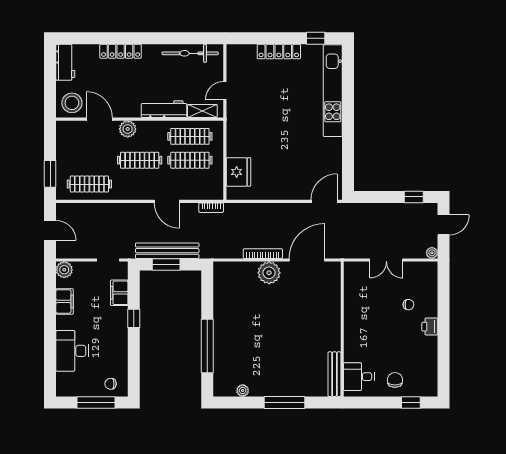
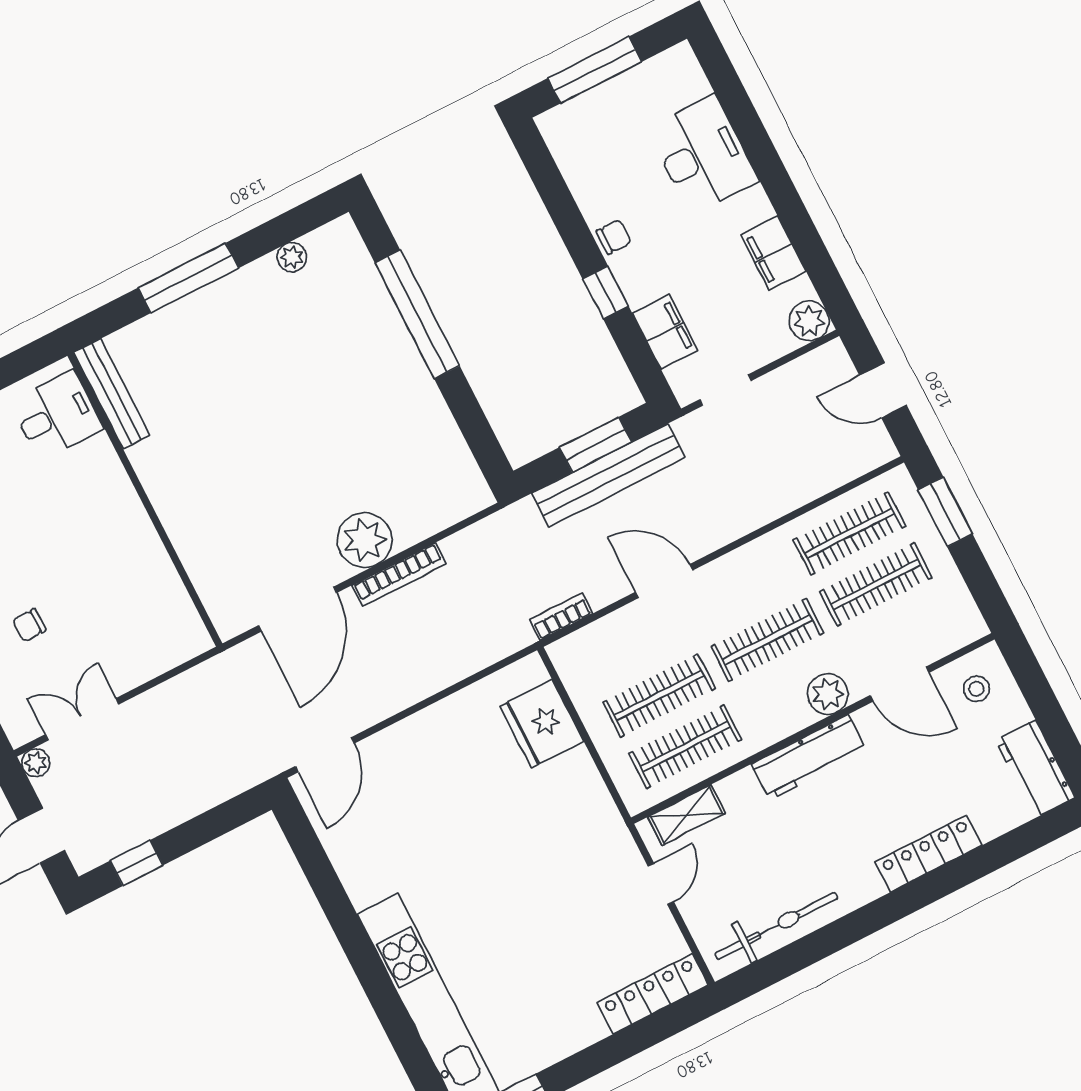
locker: (279, 52) -> (653, 994), moved
stool: (72, 103) -> (976, 689), width x0.53, depth x0.53
workbench: (164, 109) -> (809, 757), moved
clothes rail: (89, 160) -> (876, 585), added
double door: (386, 260) -> (82, 719), moved
chair: (111, 384) -> (614, 237), moved

